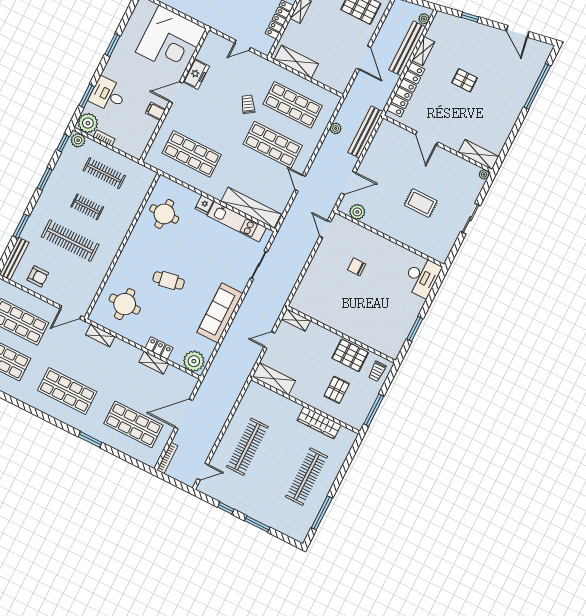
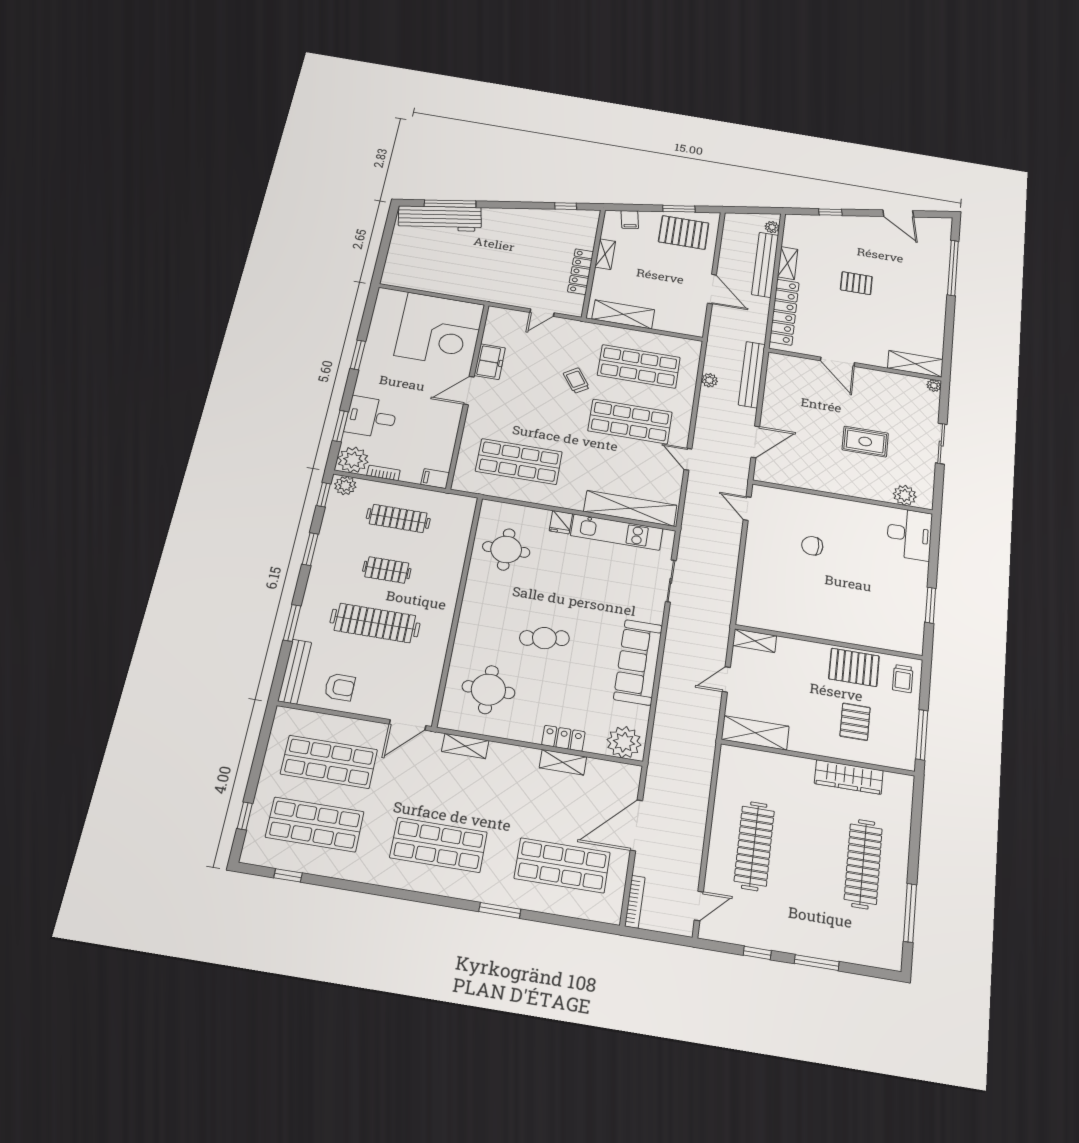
filing cabinet: (155, 111) -> (435, 479), moved
plant: (357, 212) -> (905, 495), moved

